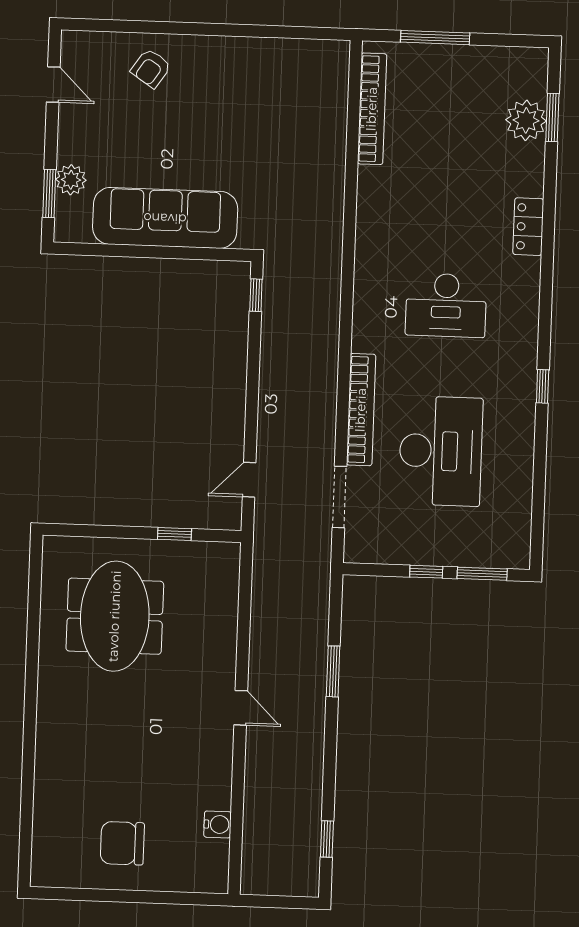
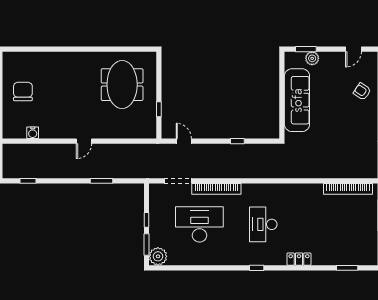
plant: (526, 120) -> (158, 256), moved
window: (256, 295) -> (237, 141), moved
window: (543, 386) -> (257, 268), moved
desk: (441, 451) -> (199, 224), turned 180
meeting table: (115, 616) -> (122, 85), turned 90

